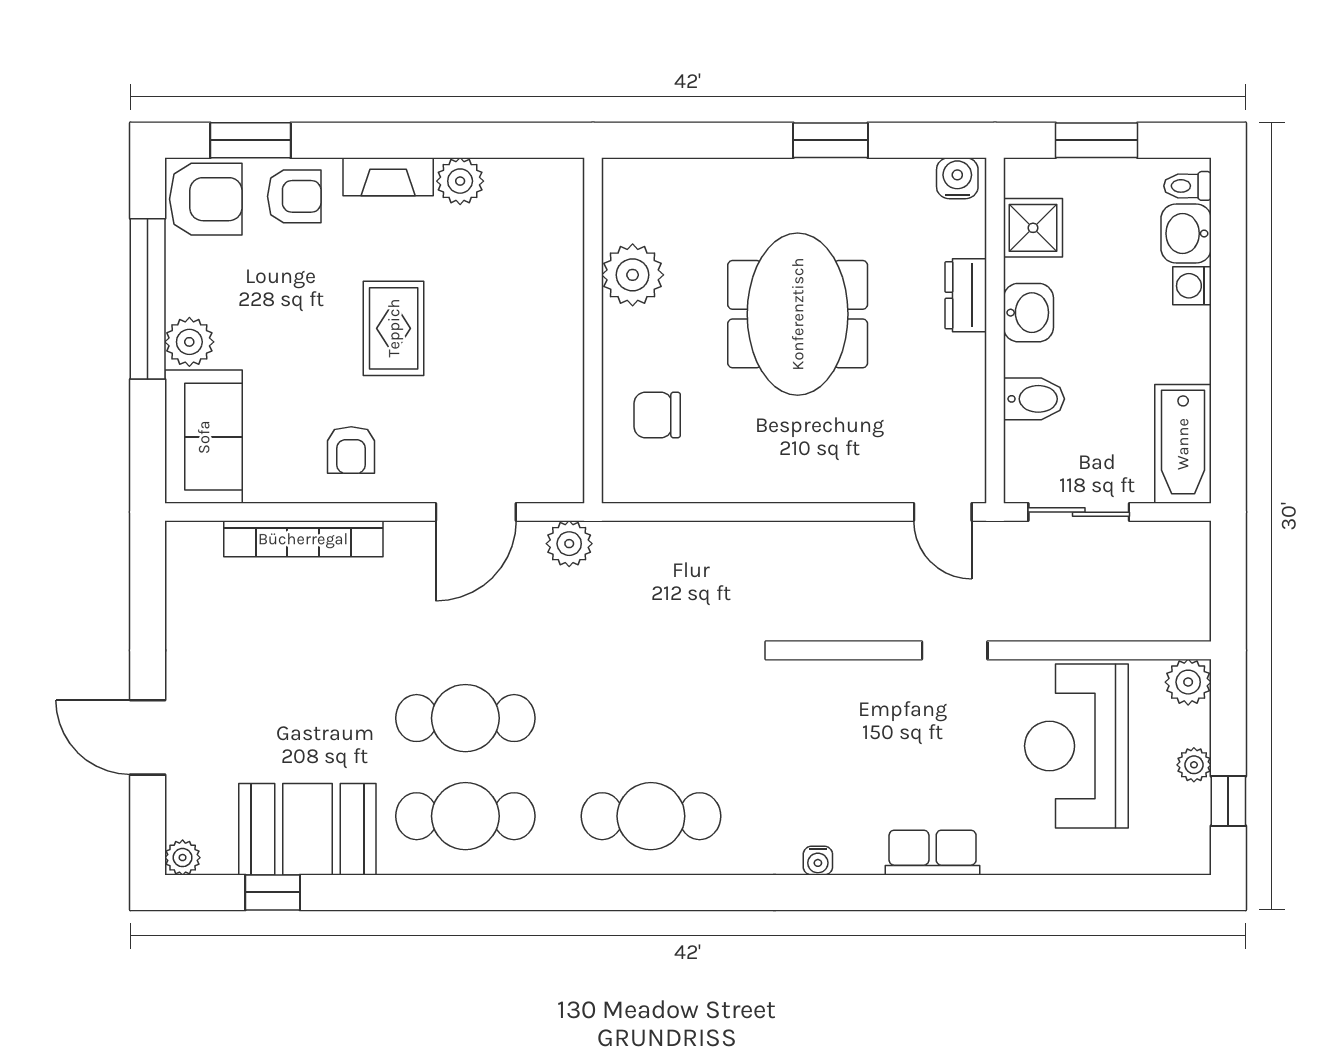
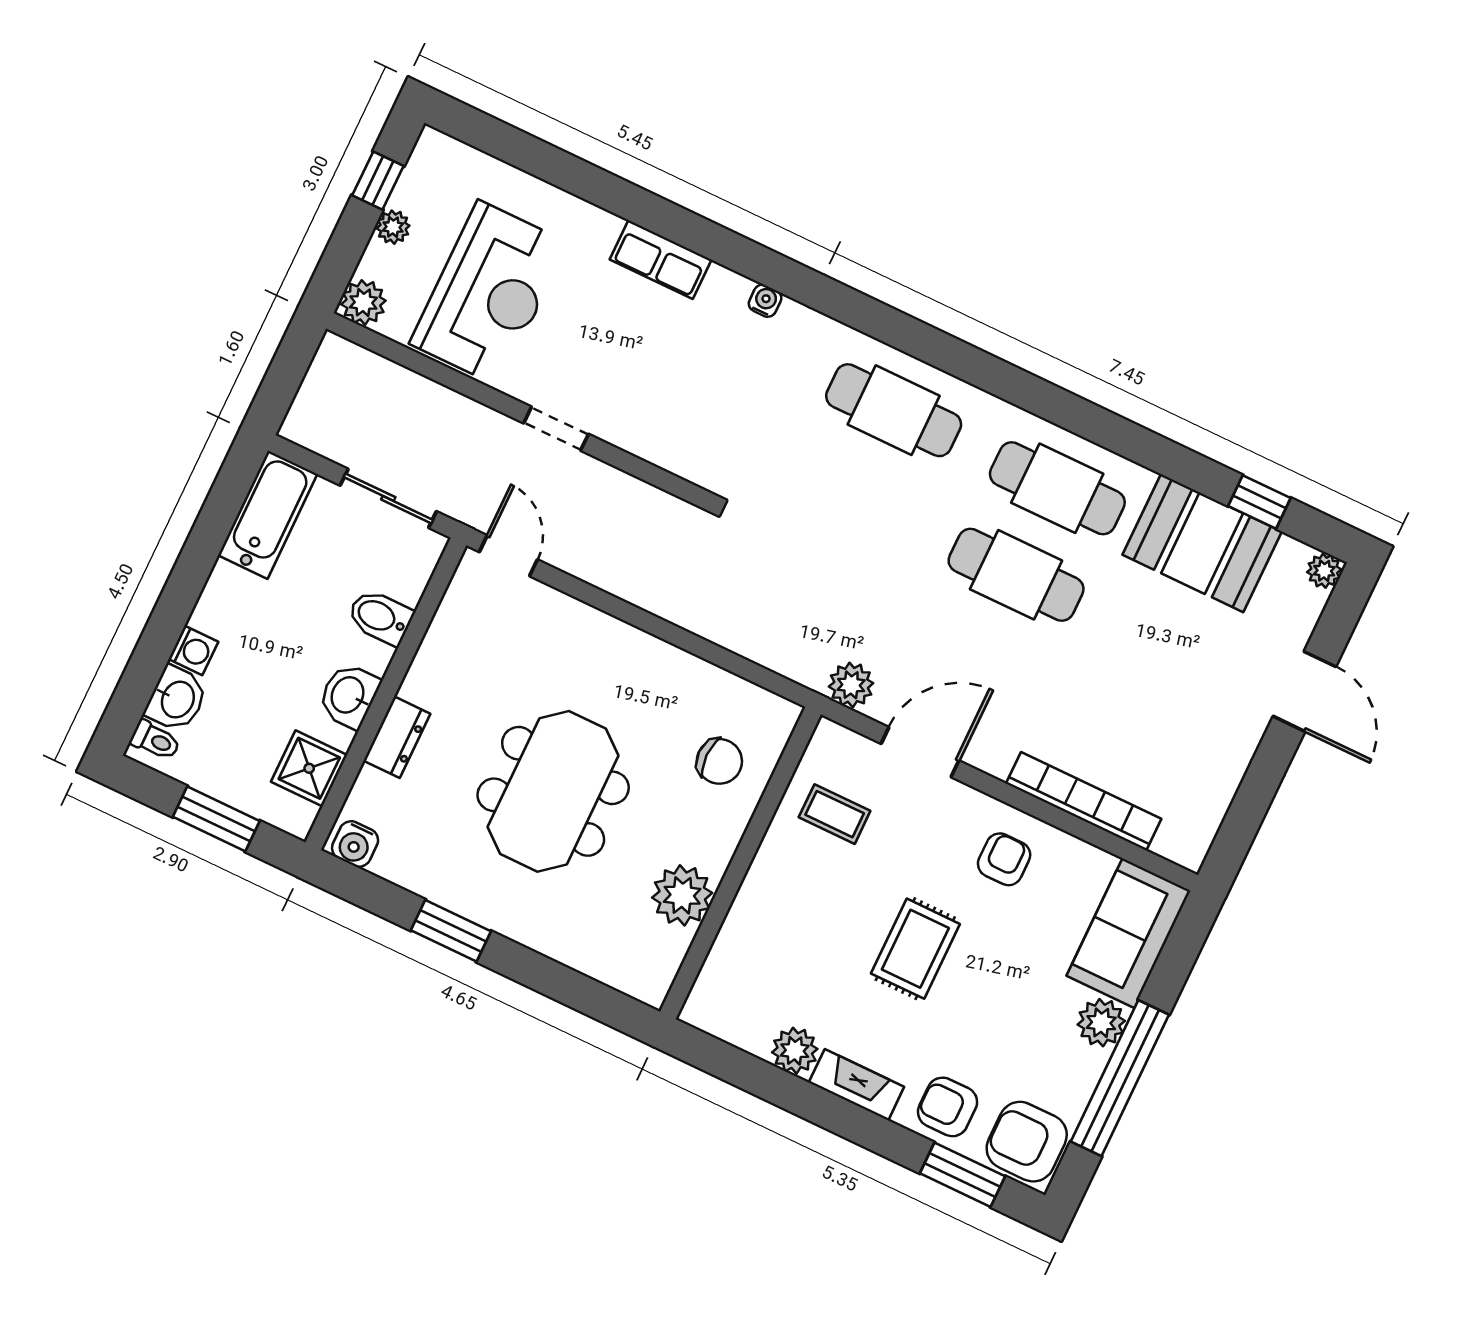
coffee table: (528, 417) -> (835, 814), added

